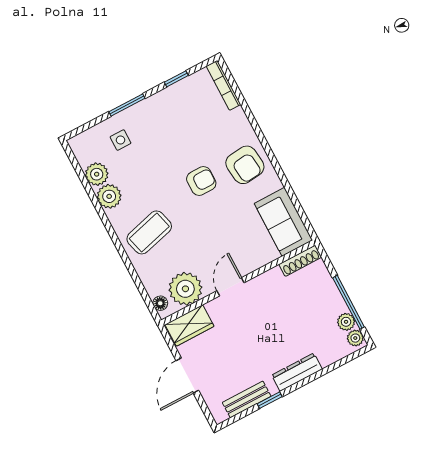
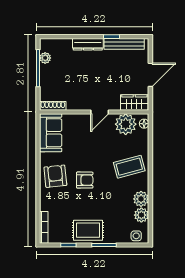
rug: (160, 114) -> (88, 230), added
side table: (121, 140) -> (136, 236), moved
armchair: (201, 181) -> (85, 180), turned 180
plant: (355, 338) -> (45, 46), removed
bench: (247, 399) -> (124, 44), width x1.36

